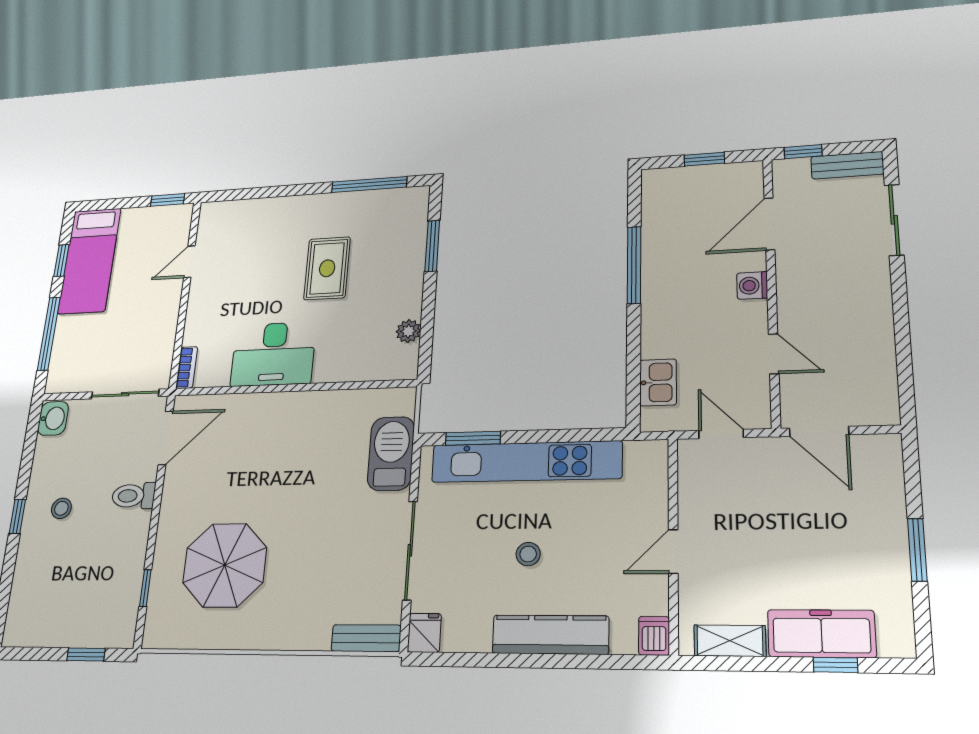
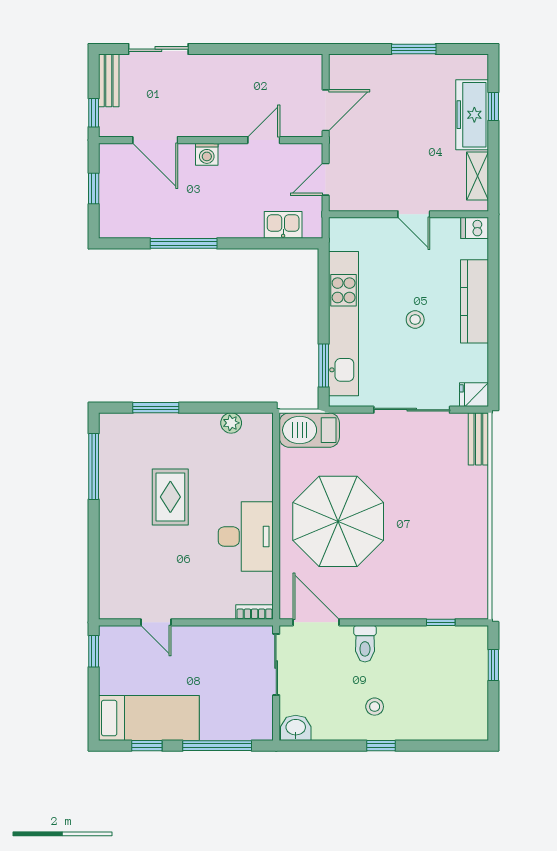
rug: (327, 268) -> (170, 497), turned 90
barbecue: (391, 453) -> (309, 430), moved
parasol: (225, 565) -> (338, 521), moved, width x1.36, depth x1.36

